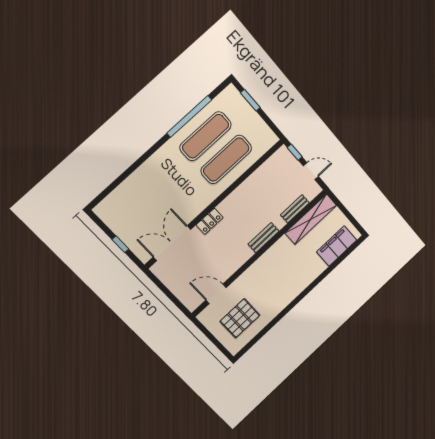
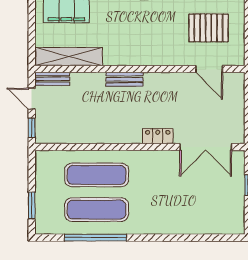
bench: (295, 209) -> (52, 79), moved

